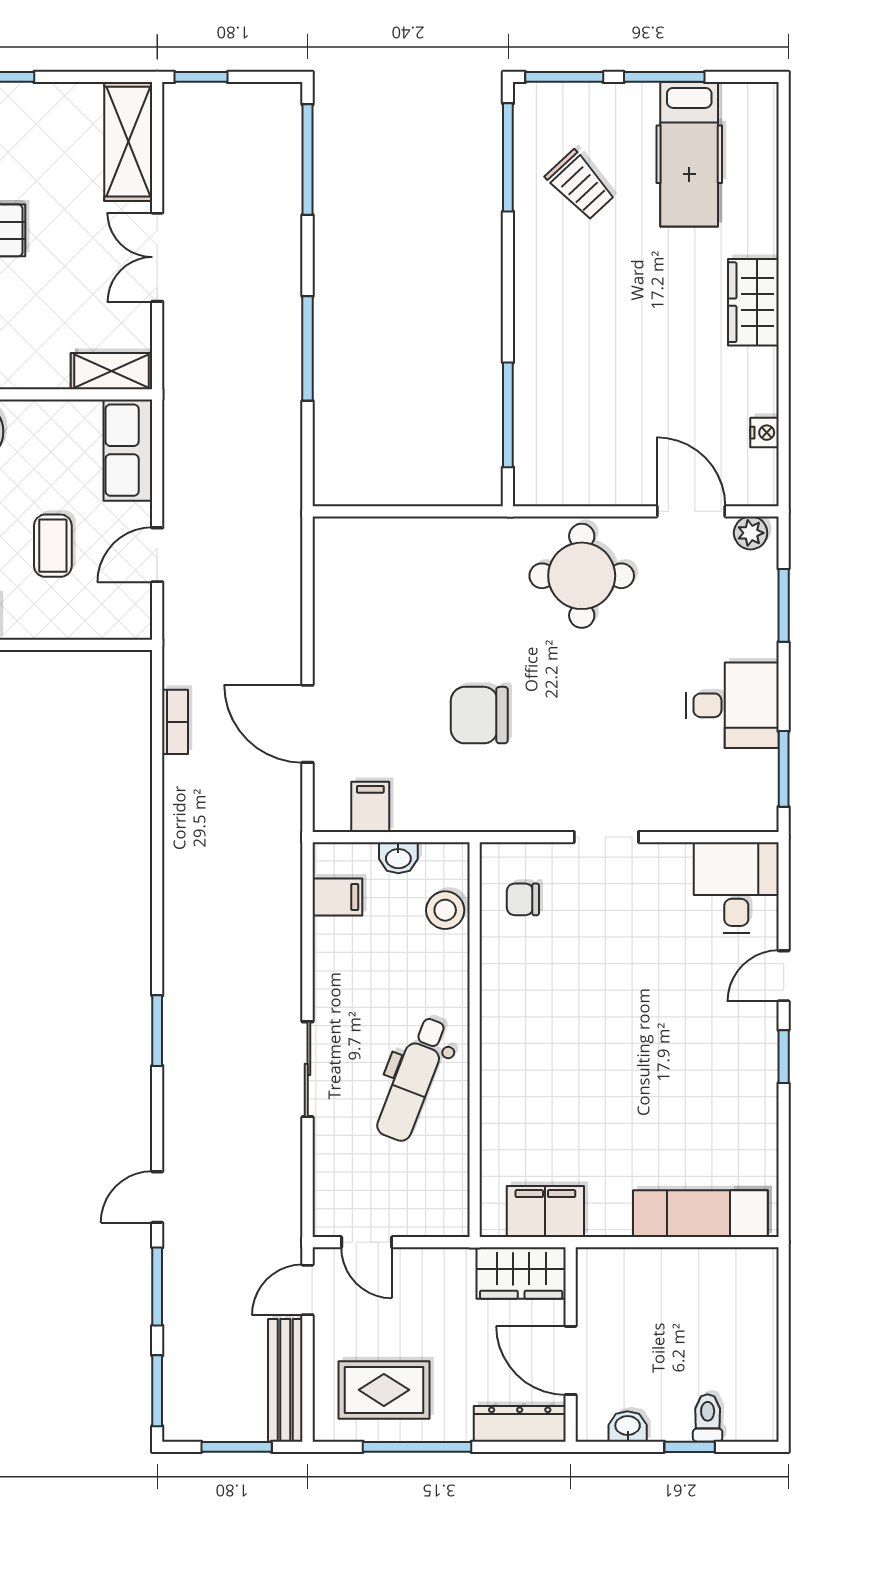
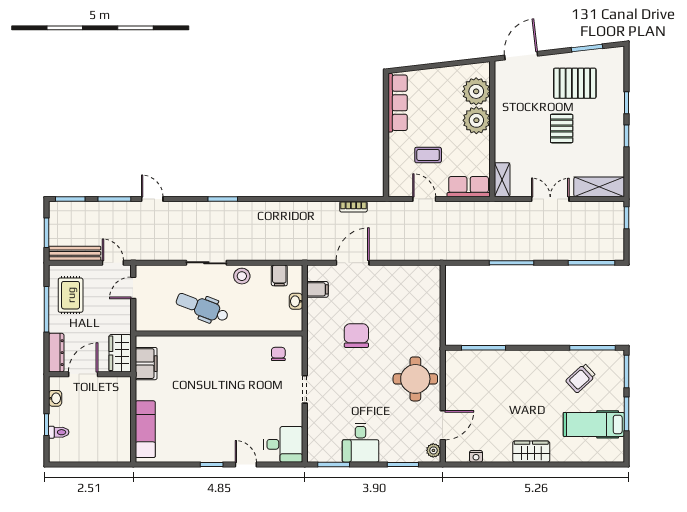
stool: (445, 910) -> (242, 276), moved

